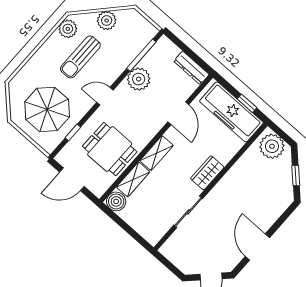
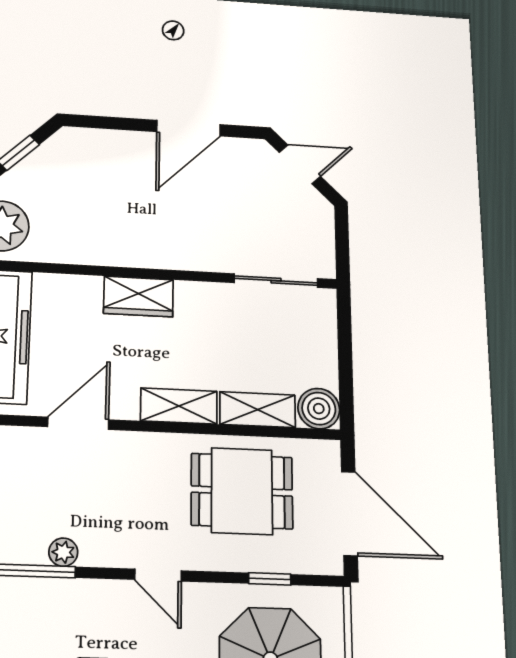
plant: (139, 79) -> (63, 552), width x0.53, depth x0.53
dining table: (110, 149) -> (242, 491), turned 90
door: (72, 179) -> (349, 514), width x1.36
sliding door: (188, 212) -> (276, 281), moved

